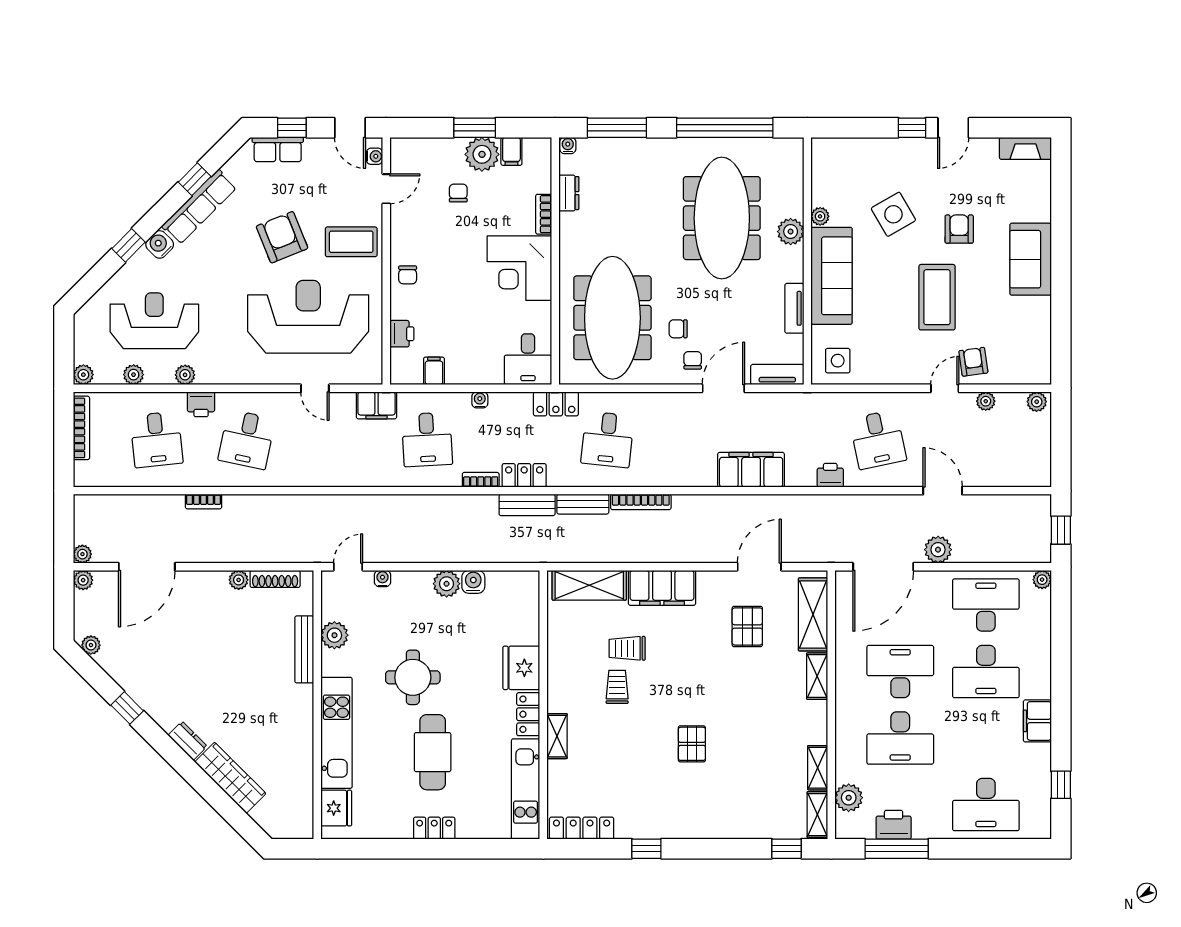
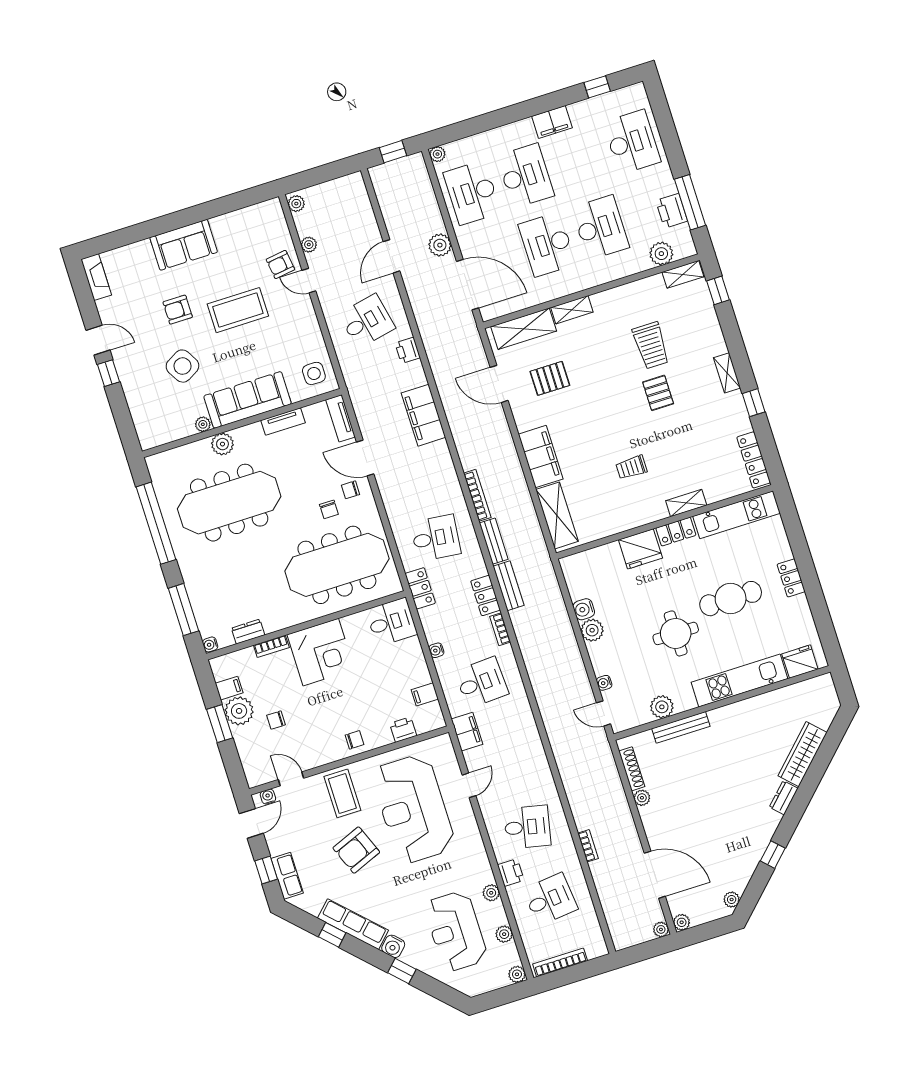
trolley: (627, 648) -> (651, 345), moved, width x1.36, depth x1.39
pallet: (692, 744) -> (658, 393), turned 90
shelving: (818, 768) -> (727, 373), moved, turned 90

